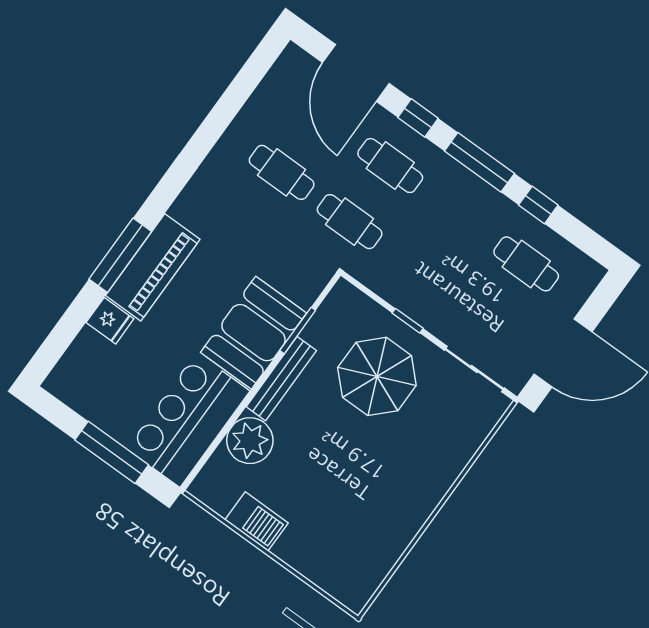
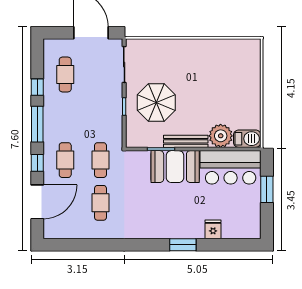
window: (120, 255) -> (183, 245), width x0.69
piano: (153, 267) -> (178, 228), removed
window: (112, 452) -> (267, 189), width x0.69
barbecue: (257, 521) -> (247, 139), moved, turned 90

